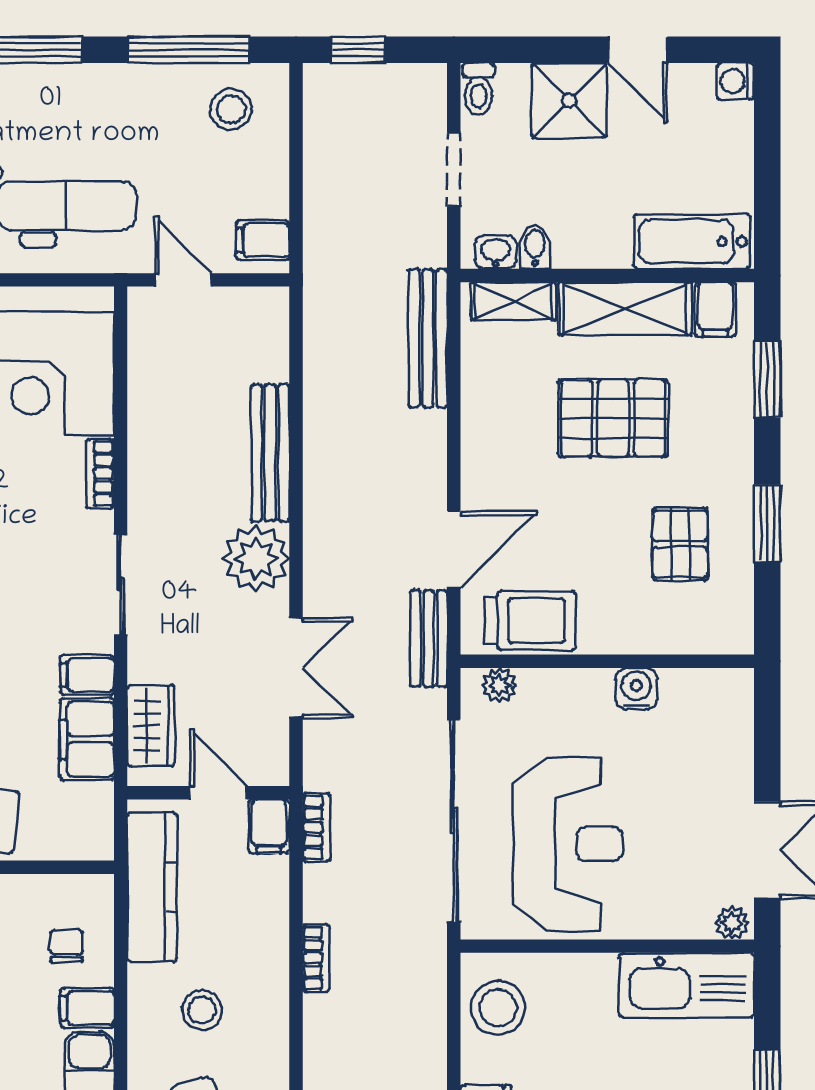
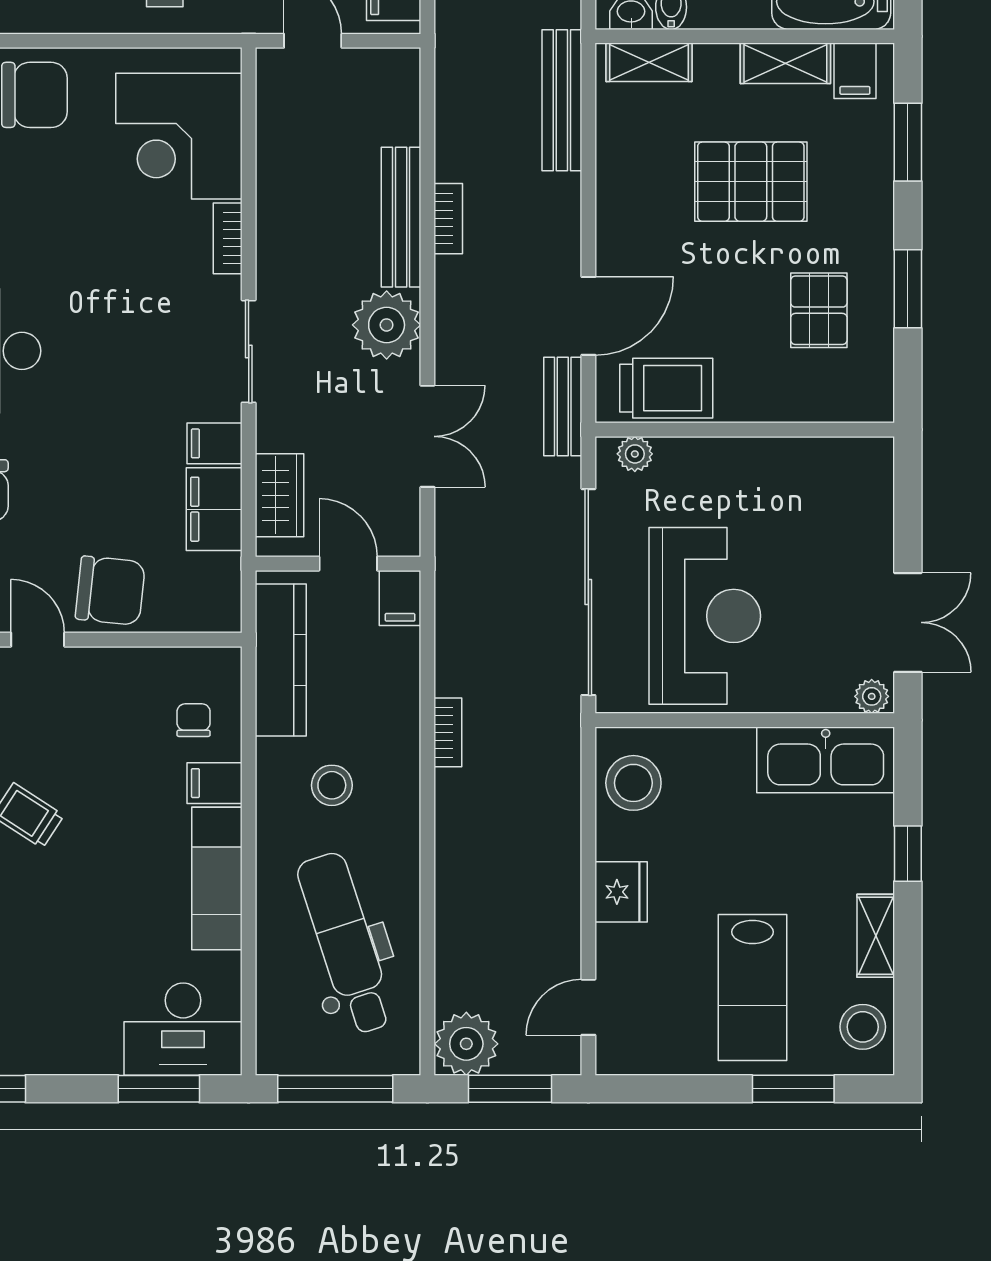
shelving: (625, 309) -> (785, 63), width x0.67, depth x0.75
water cooler: (636, 689) -> (774, 458), removed
bookcase: (316, 827) -> (448, 219), moved

